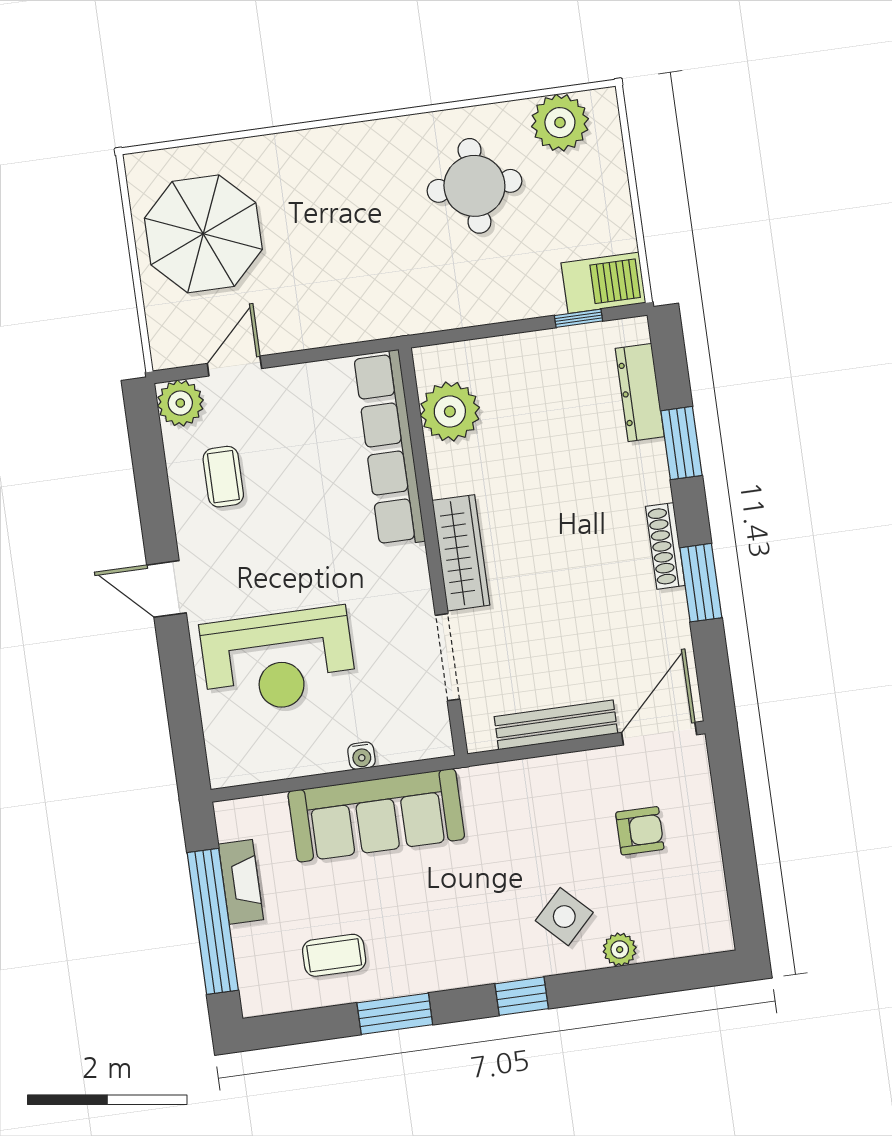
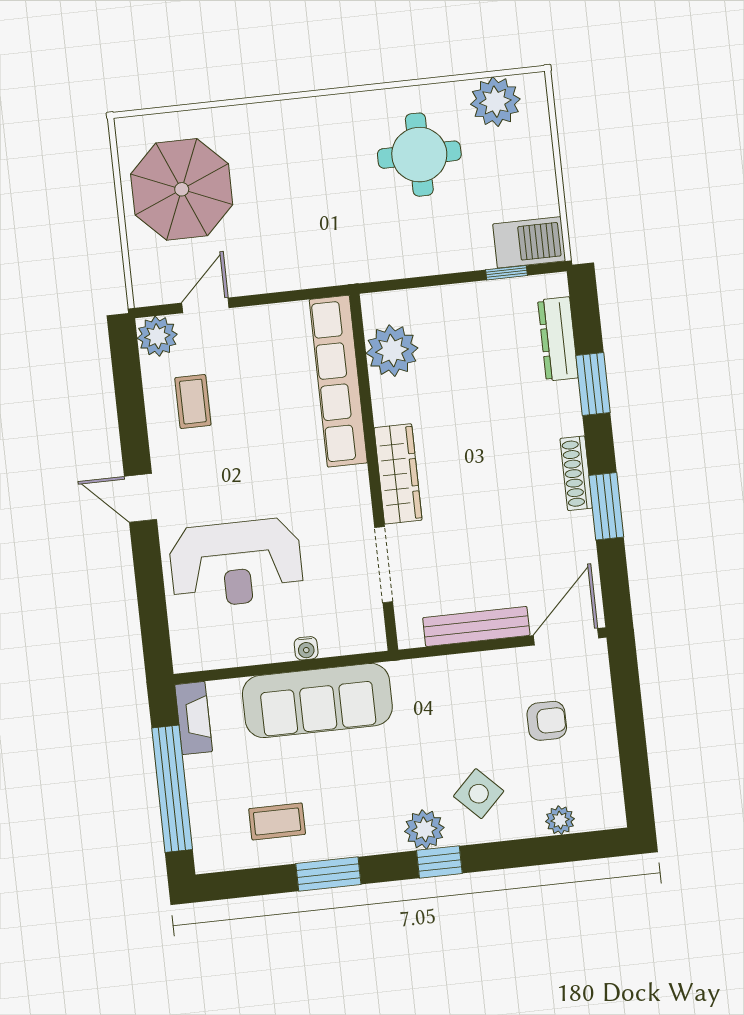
fireplace: (241, 882) -> (194, 718), moved
plant: (620, 950) -> (560, 820), moved
plant: (503, 959) -> (424, 829), added

